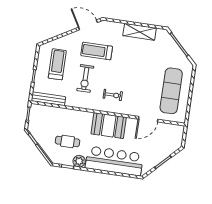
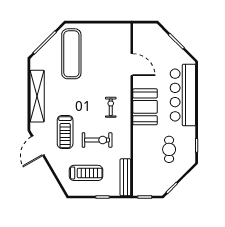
shelving: (140, 32) -> (37, 96), width x1.47
treadmill: (57, 64) -> (86, 173), turned 180
exercise mat: (171, 91) -> (71, 54), moved, turned 90
plant: (79, 161) -> (189, 133), removed

